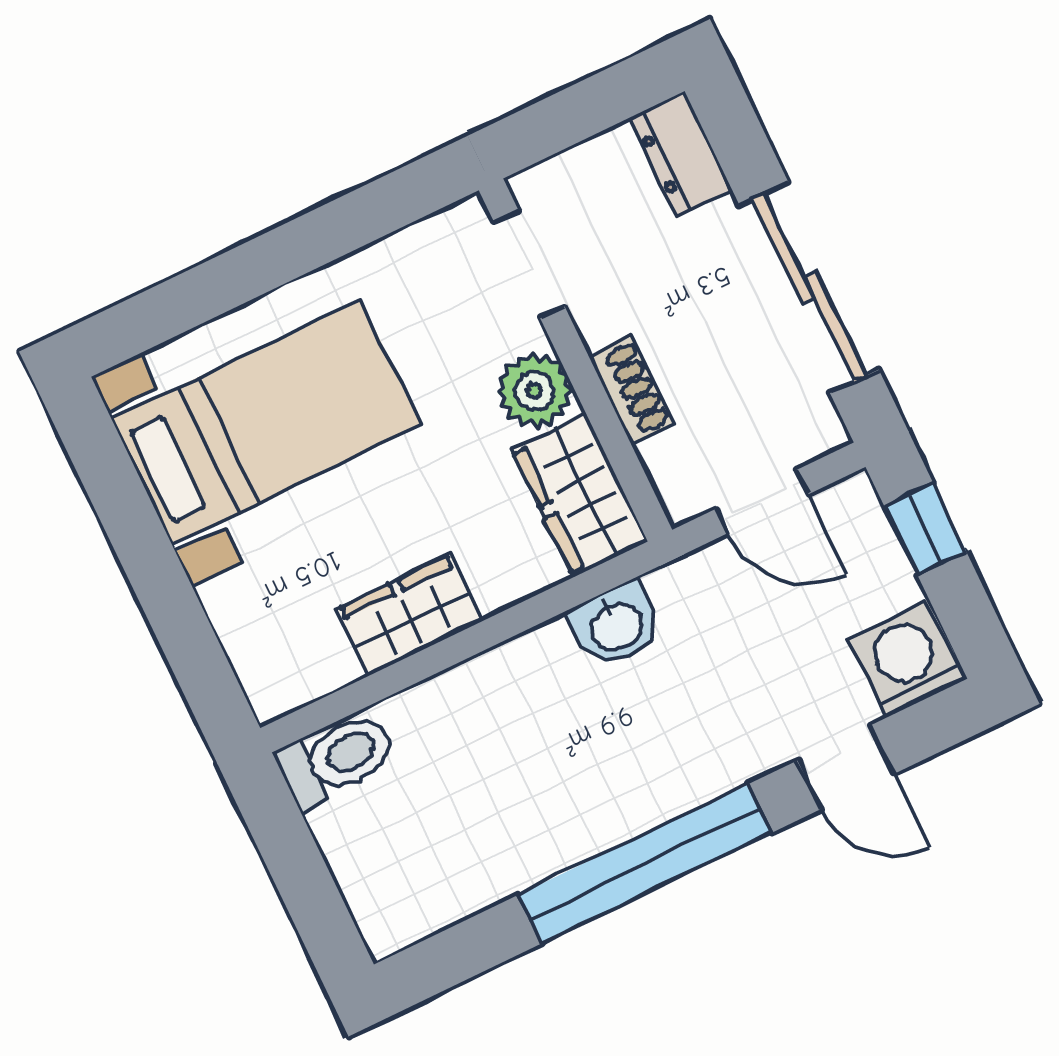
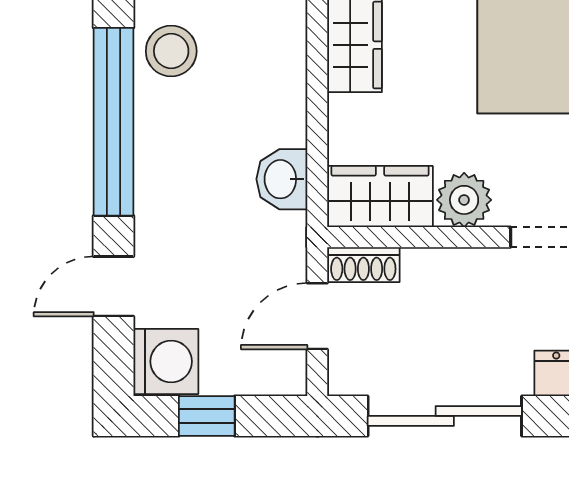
shoe rack: (632, 391) -> (363, 265), moved
window: (925, 529) -> (207, 416), moved
stool: (525, 835) -> (171, 51), added

